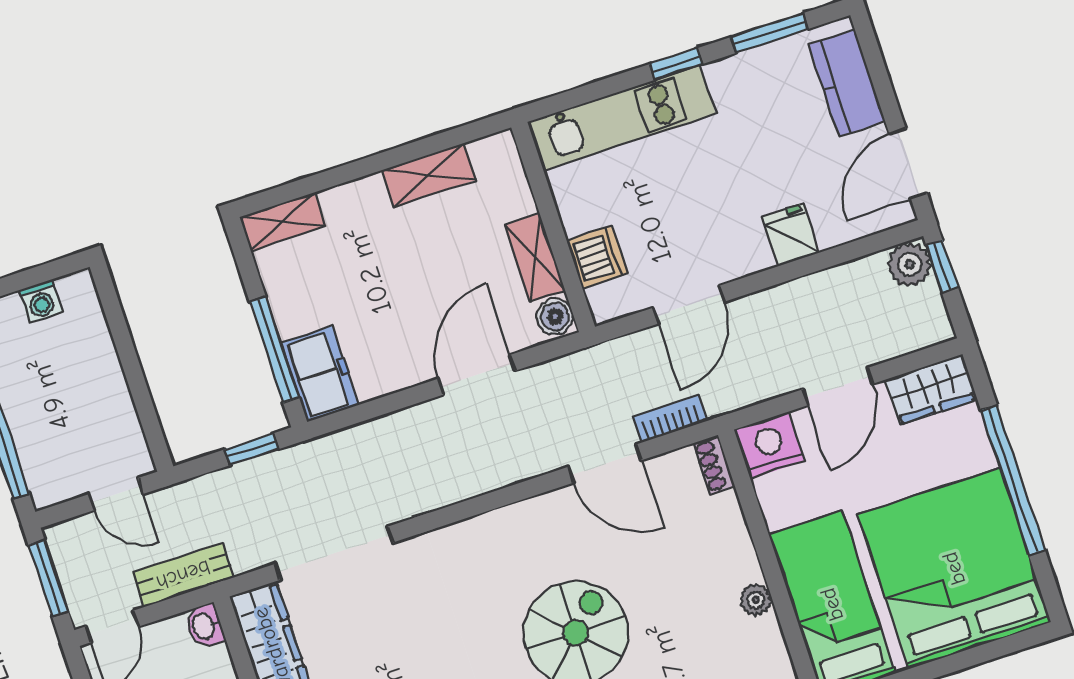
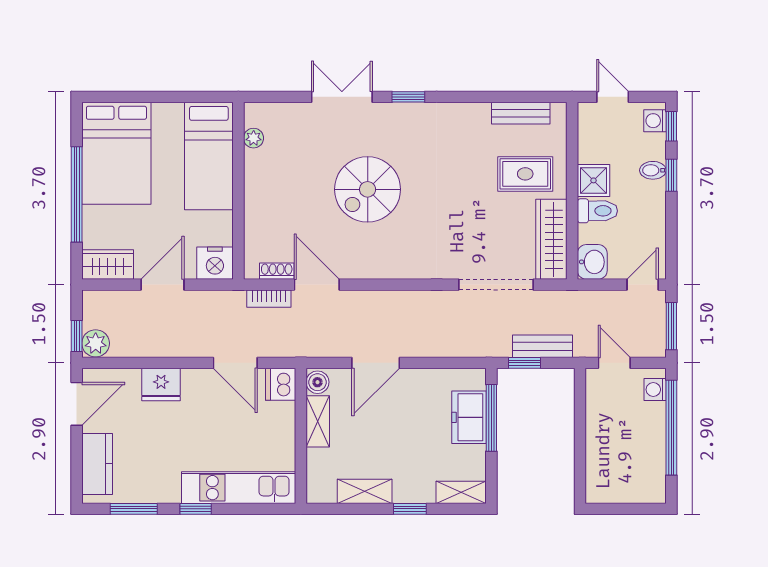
window: (352, 171) -> (410, 509), added
fridge: (790, 235) -> (161, 384), width x1.38
dishwasher: (597, 257) -> (281, 384), moved
washing machine: (41, 301) -> (655, 390), moved, turned -90
door: (689, 305) -> (235, 363), swing flipped
freezer: (320, 374) -> (469, 417), moved
shoe rack: (714, 465) -> (277, 271), moved, turned -90
bed: (954, 568) -> (116, 153), width x0.73
bench: (183, 575) -> (543, 346), moved
plant: (756, 600) -> (254, 138), moved
washbasin: (204, 626) -> (592, 262), width x1.38, depth x1.45

